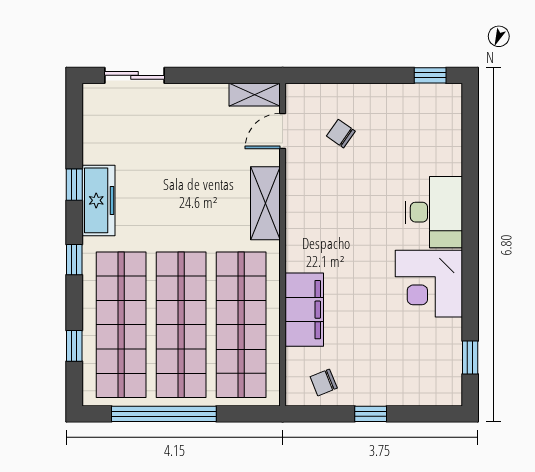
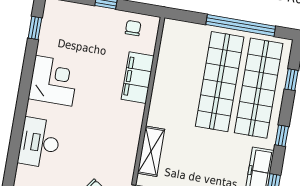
desk: (434, 212) -> (39, 143), moved
shop shelf: (241, 325) -> (180, 75), removed
chair: (324, 382) -> (133, 28), turned -68

